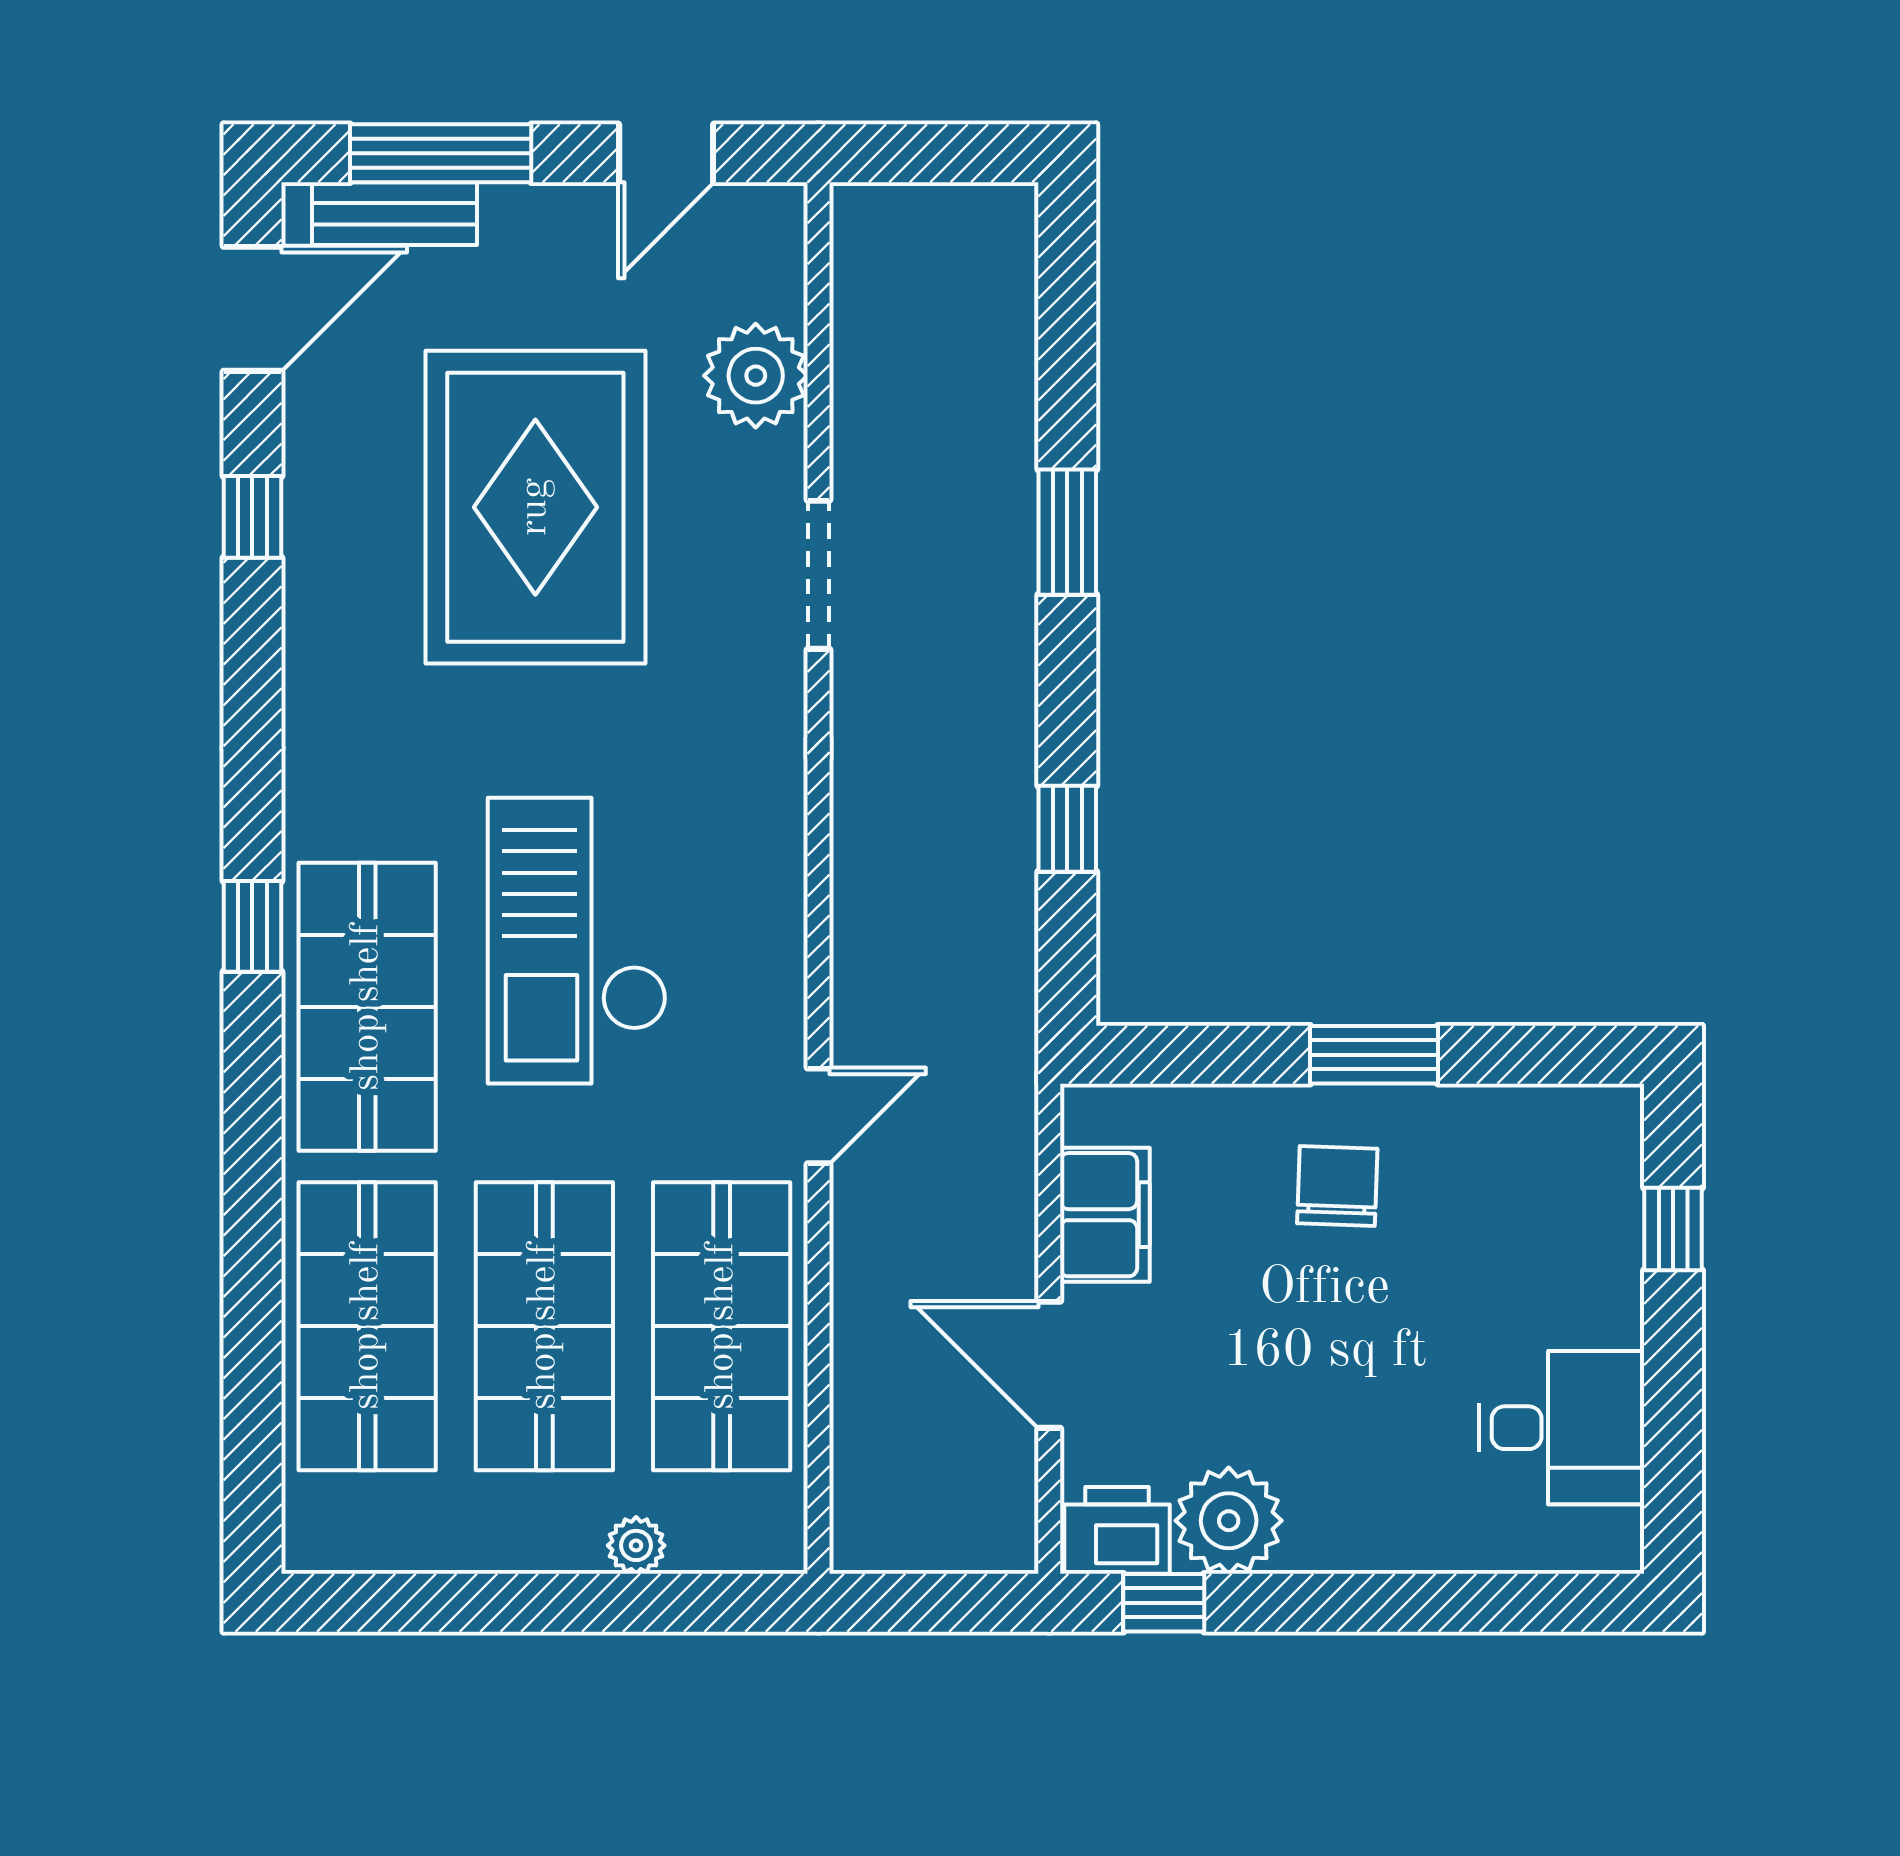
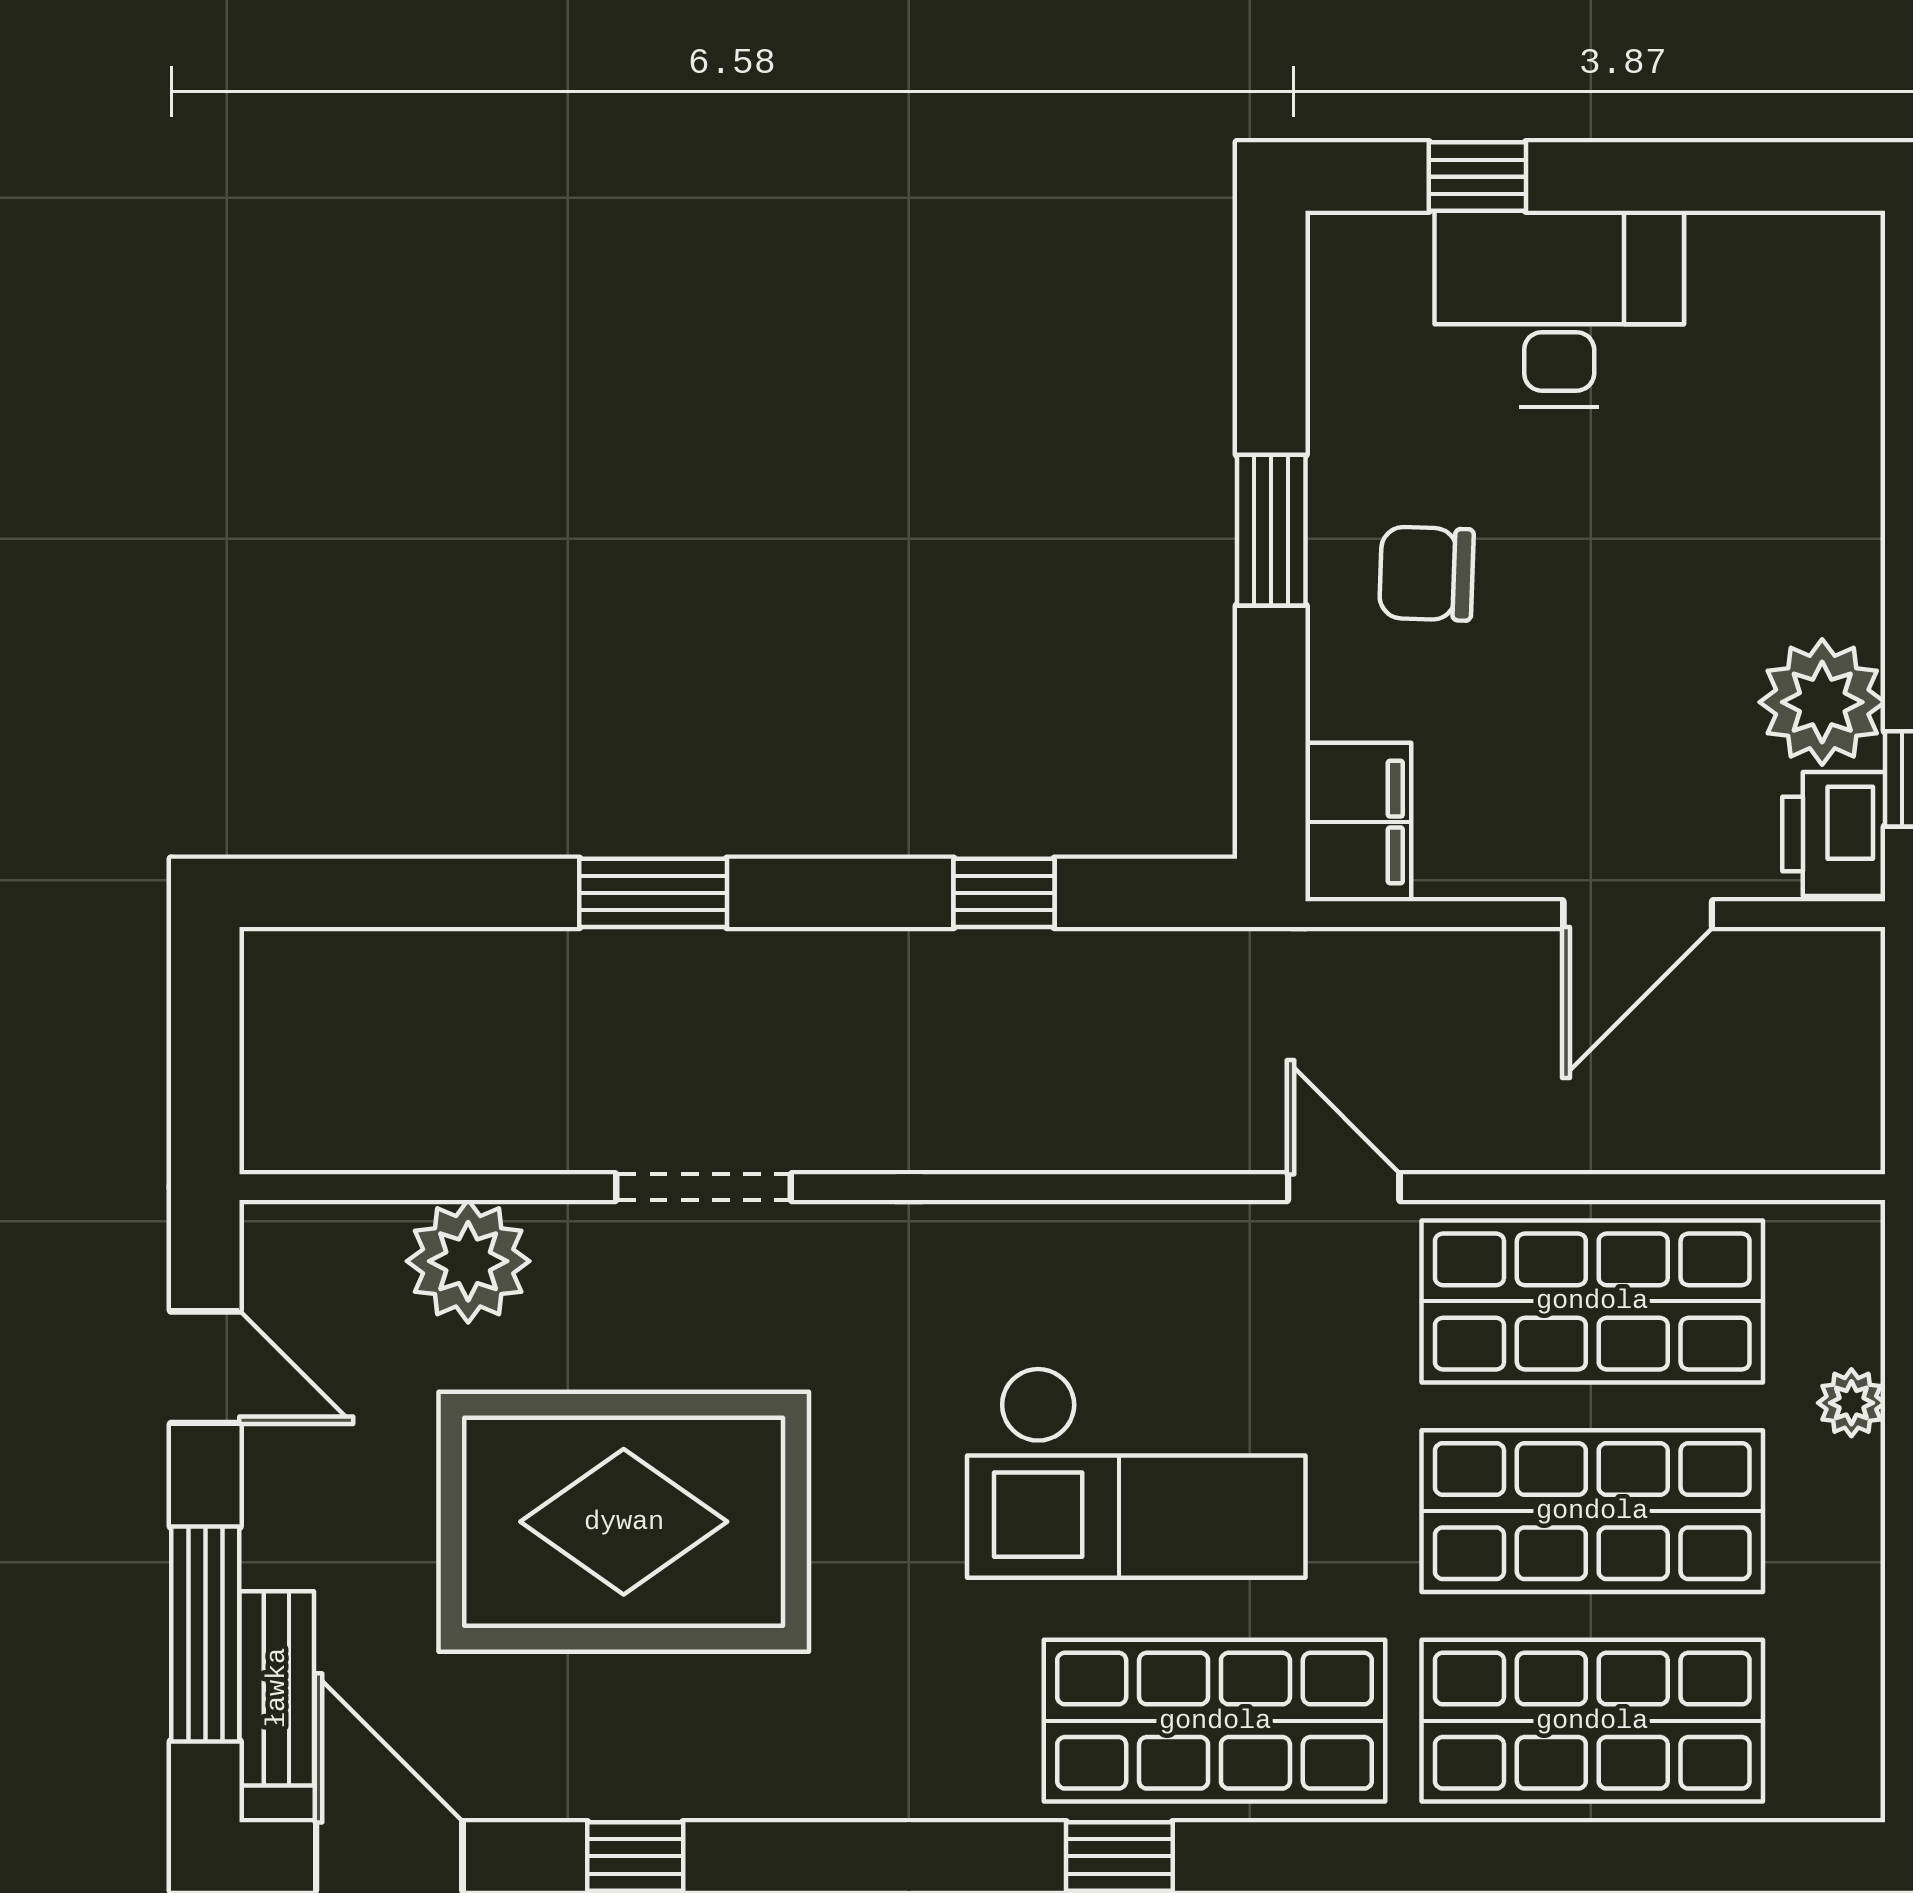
filing cabinet: (1105, 1215) -> (1358, 822), moved, turned 90
desk: (1561, 1428) -> (1559, 309), moved, width x1.37

